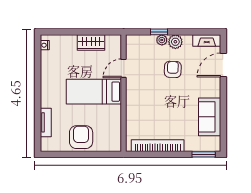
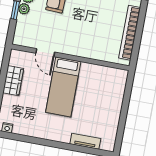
armchair: (81, 137) -> (107, 108), removed

